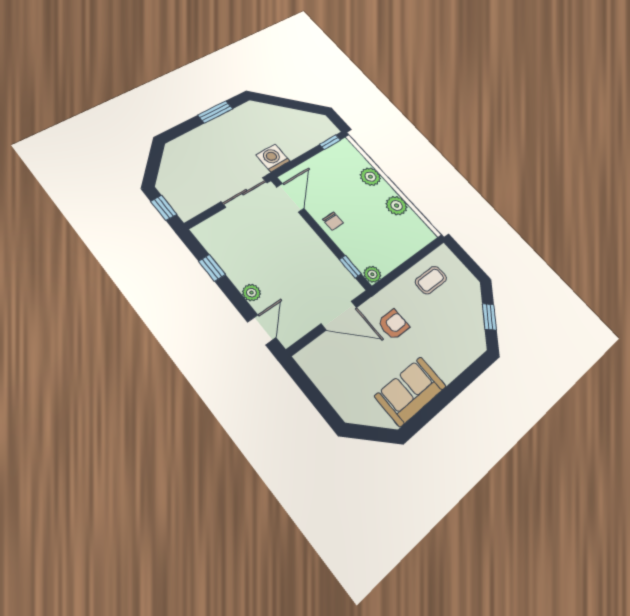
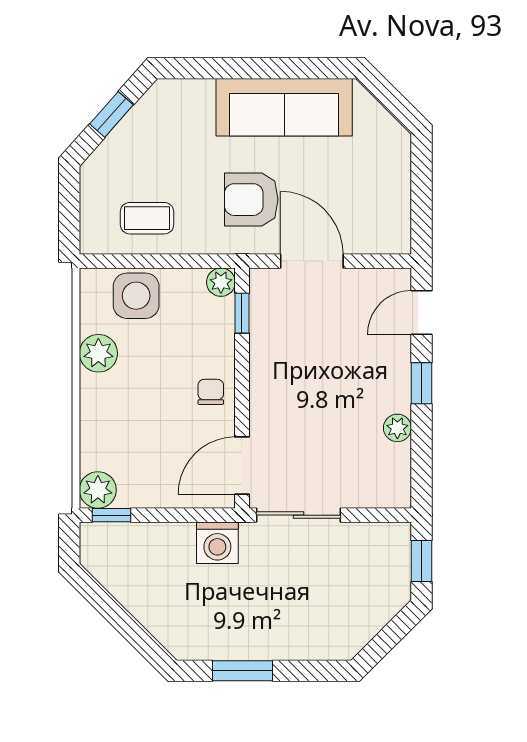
plant: (370, 177) -> (98, 490), moved
side table: (404, 242) -> (136, 296), added
window: (212, 268) -> (421, 383), moved
plant: (251, 293) -> (397, 428), moved
armchair: (393, 324) -> (251, 200), width x1.38, depth x1.38
sofa: (411, 391) -> (284, 107), width x1.36

